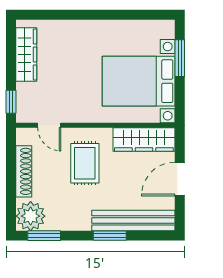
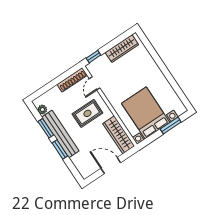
shoe rack: (24, 171) -> (72, 80), moved
plant: (31, 216) -> (42, 110), width x0.53, depth x0.53
bench: (133, 220) -> (60, 134), moved
window: (44, 236) -> (46, 128), moved

